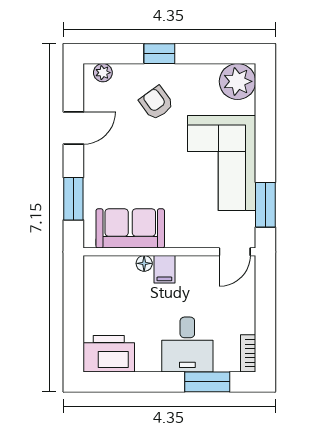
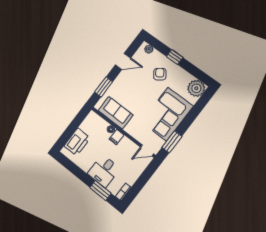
printer: (109, 354) -> (77, 142), moved, turned 90

